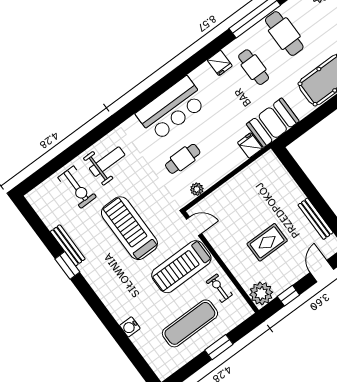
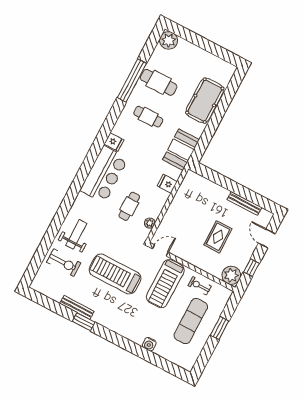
fridge: (220, 63) -> (114, 142), moved
fridge: (250, 145) -> (167, 184), moved

